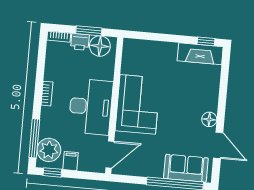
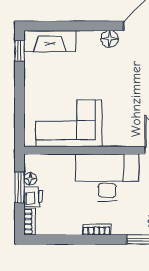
floor lamp: (100, 46) -> (30, 179), width x0.53, depth x0.53
fireplace: (200, 54) -> (50, 41), moved, turned 90
corner sofa: (138, 104) -> (69, 123), moved

